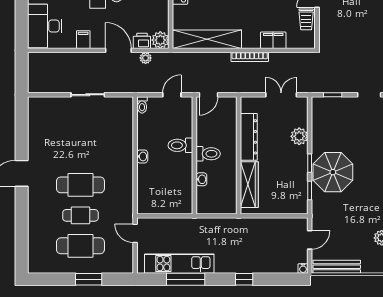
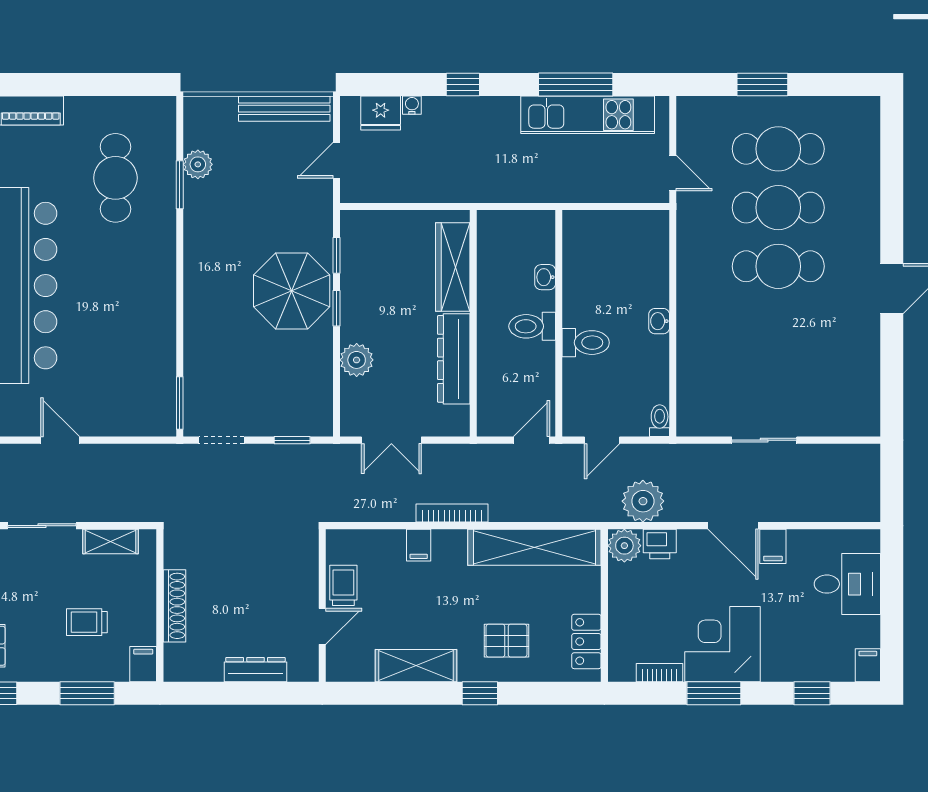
desk: (45, 26) -> (847, 584), width x0.73
filing cabinet: (273, 40) -> (419, 545), width x0.50
door: (118, 50) -> (733, 526), moved
plant: (146, 58) -> (643, 501), width x1.87, depth x1.87
cafe table: (80, 215) -> (778, 208), width x1.37, depth x1.35
fridge: (287, 264) -> (381, 113), added
water cooler: (303, 268) -> (412, 105), moved

